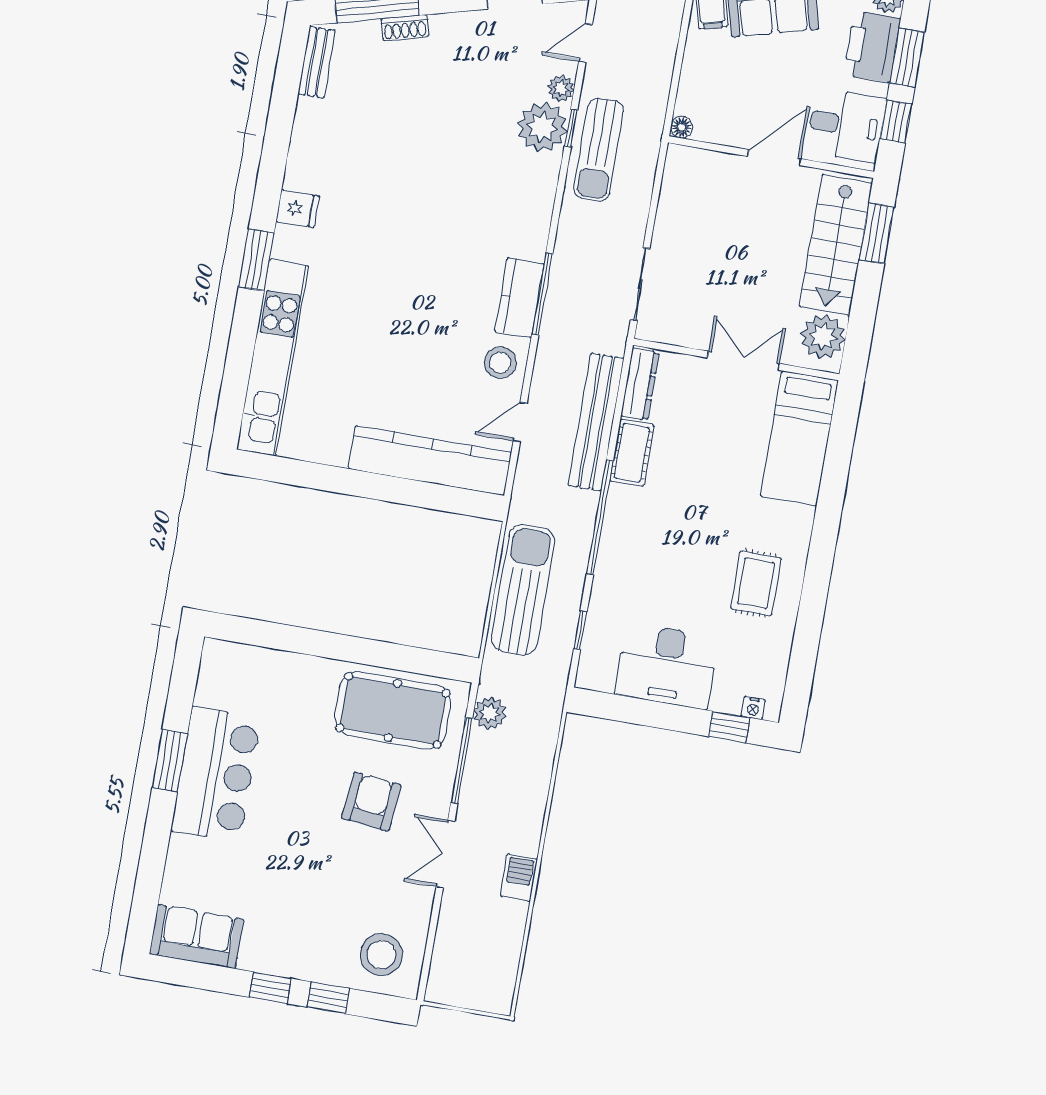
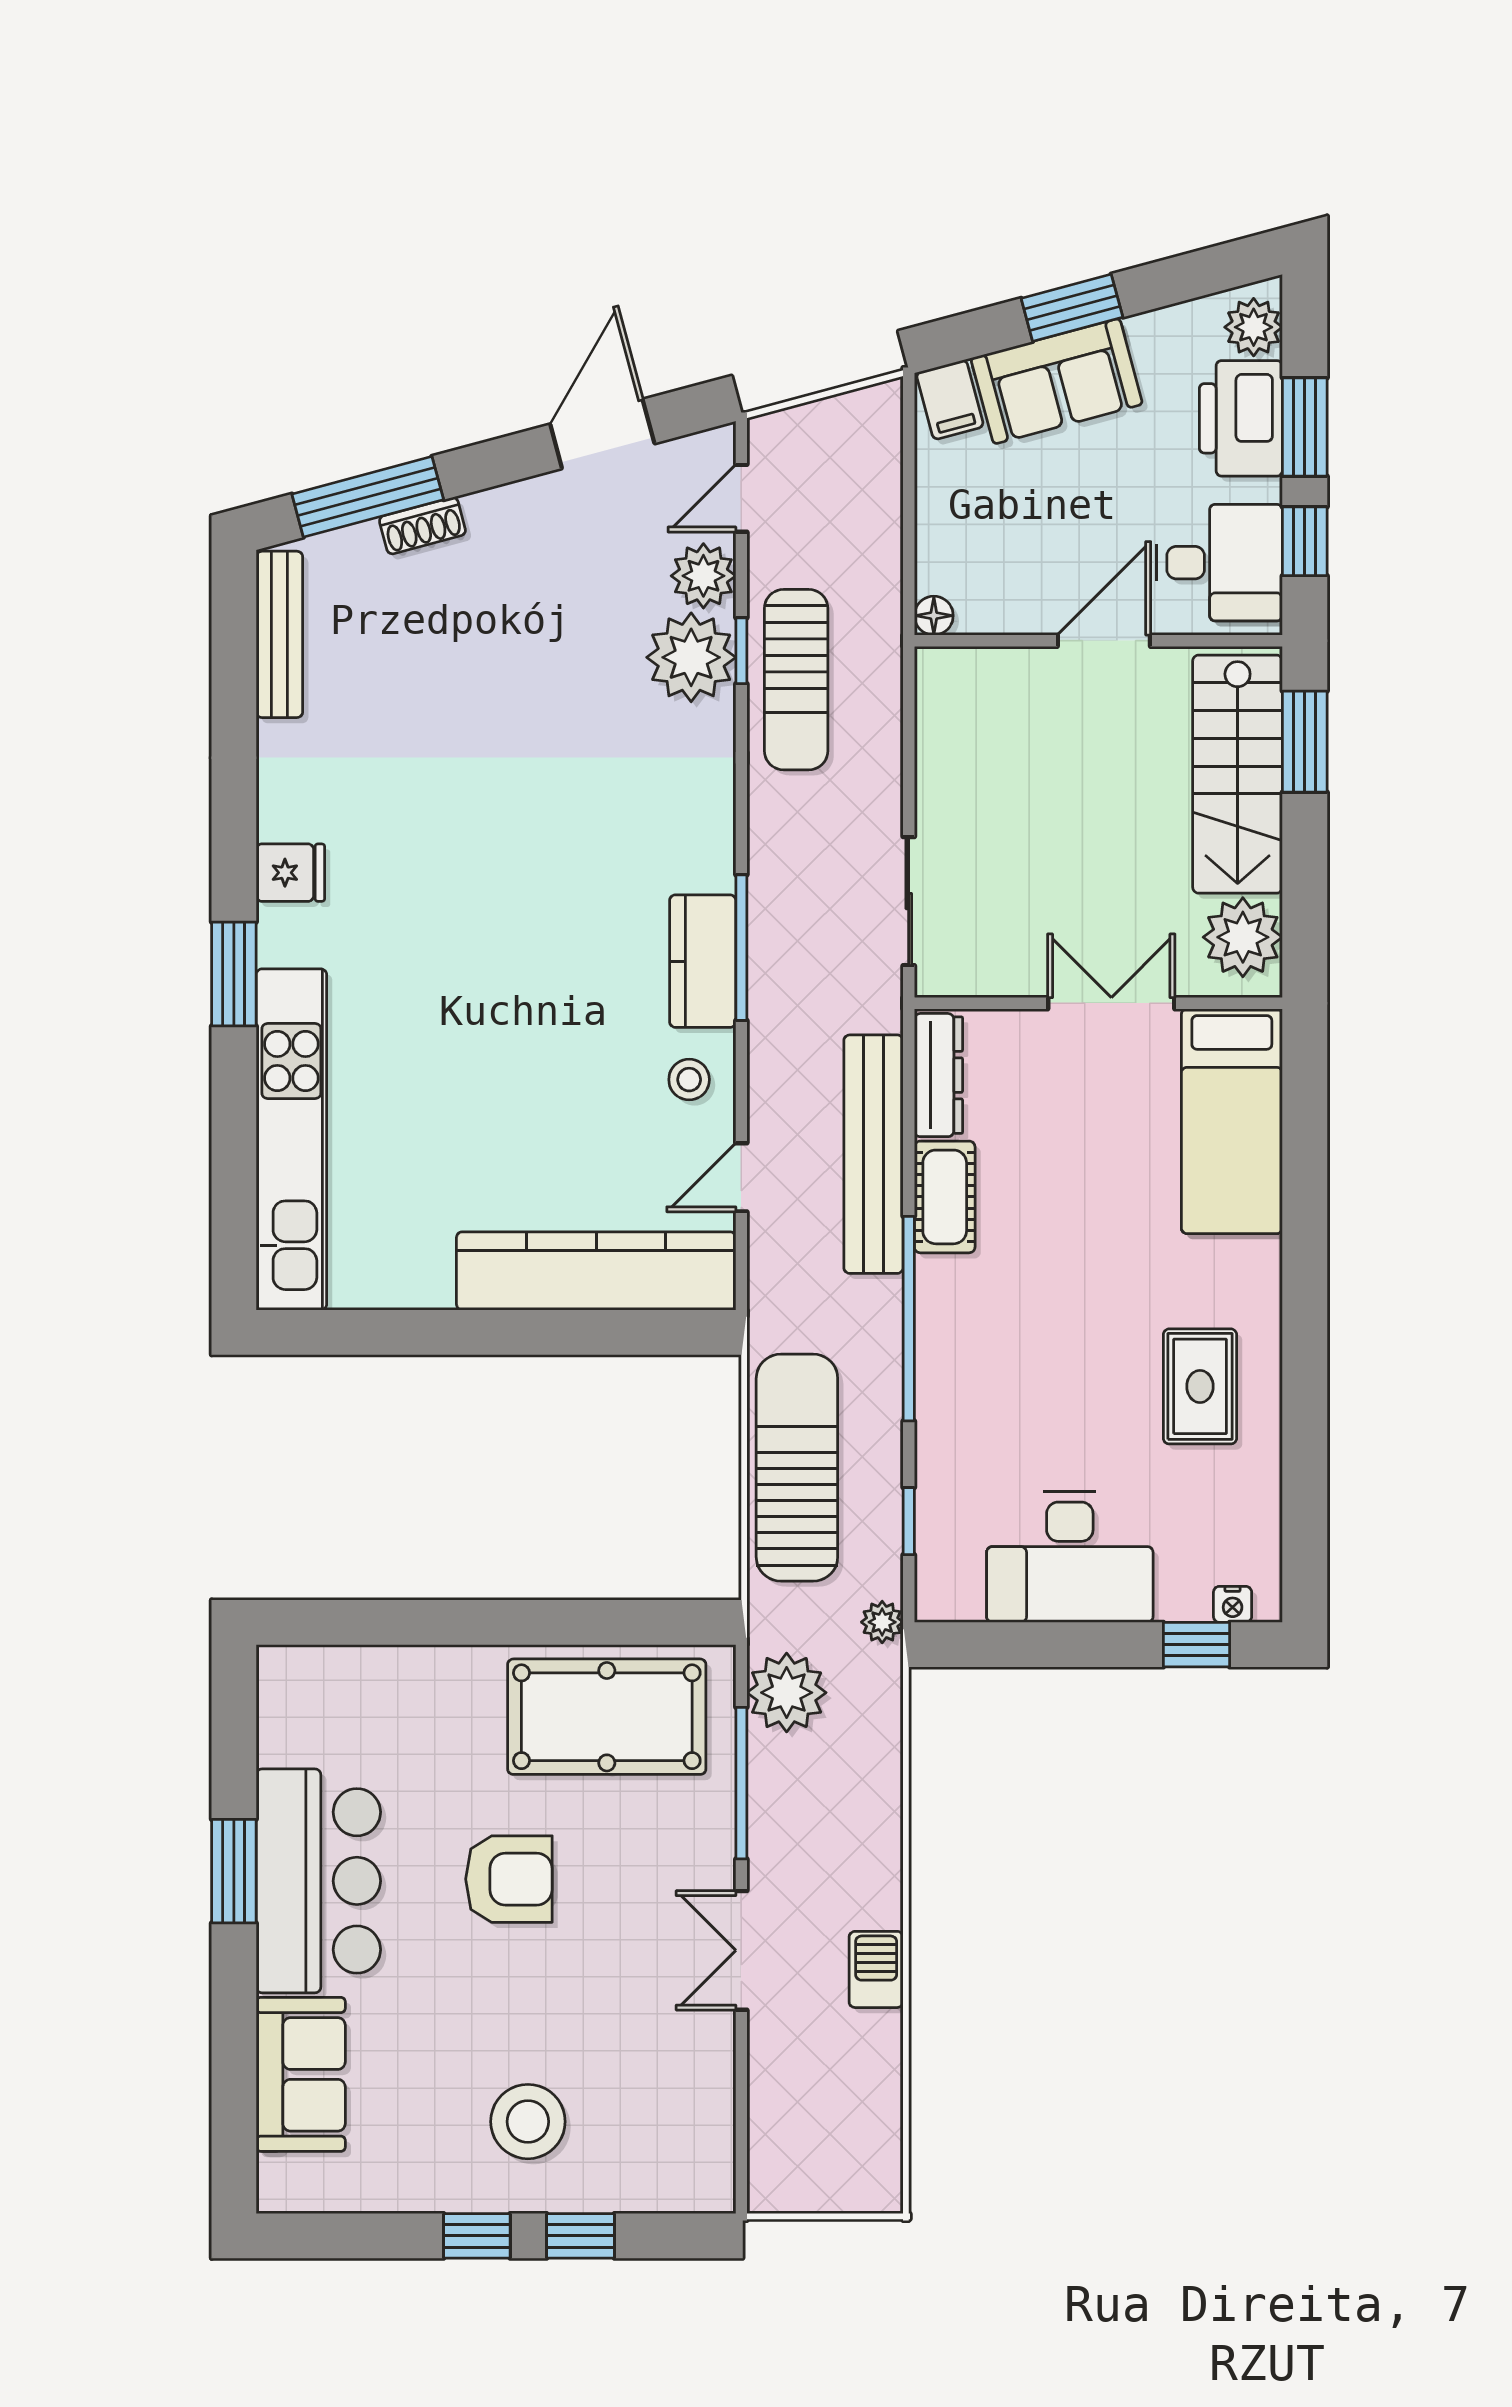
bench: (317, 62) -> (279, 634), width x1.36
plant: (561, 89) -> (703, 576), width x1.38, depth x1.38
stool: (500, 363) -> (689, 1080), width x0.73, depth x0.73
plant: (556, 684) -> (882, 1622), added
plant: (490, 713) -> (787, 1693), width x1.36, depth x1.36
armchair: (371, 802) -> (509, 1879), moved, turned 84
sofa: (197, 937) -> (301, 2074), moved, turned 90
stool: (381, 955) -> (528, 2122), moved

